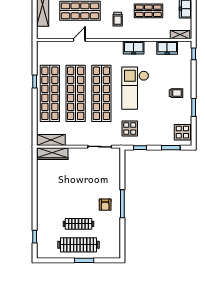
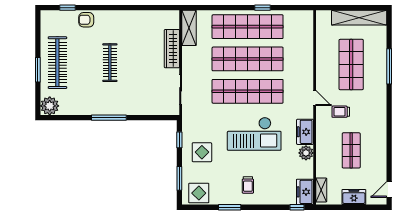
door: (79, 40) -> (315, 98), moved
plant: (150, 47) -> (306, 153), added
freezer: (167, 48) -> (305, 192), moved
checkout: (135, 88) -> (254, 134), turned 180
display table: (130, 129) -> (202, 152), moved
wardrobe: (53, 154) -> (172, 49), moved
armchair: (105, 205) -> (86, 20), moved
clothes rail: (79, 224) -> (110, 63), moved
plant: (113, 251) -> (50, 106), added

